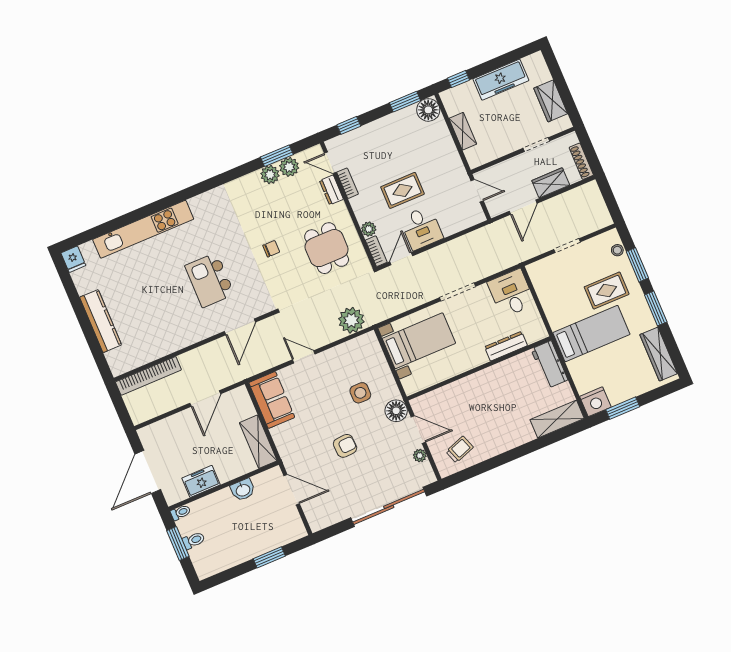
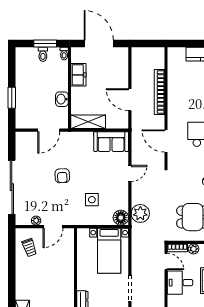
bookcase: (148, 376) -> (159, 92), moved
floor lamp: (396, 411) -> (121, 218), moved

